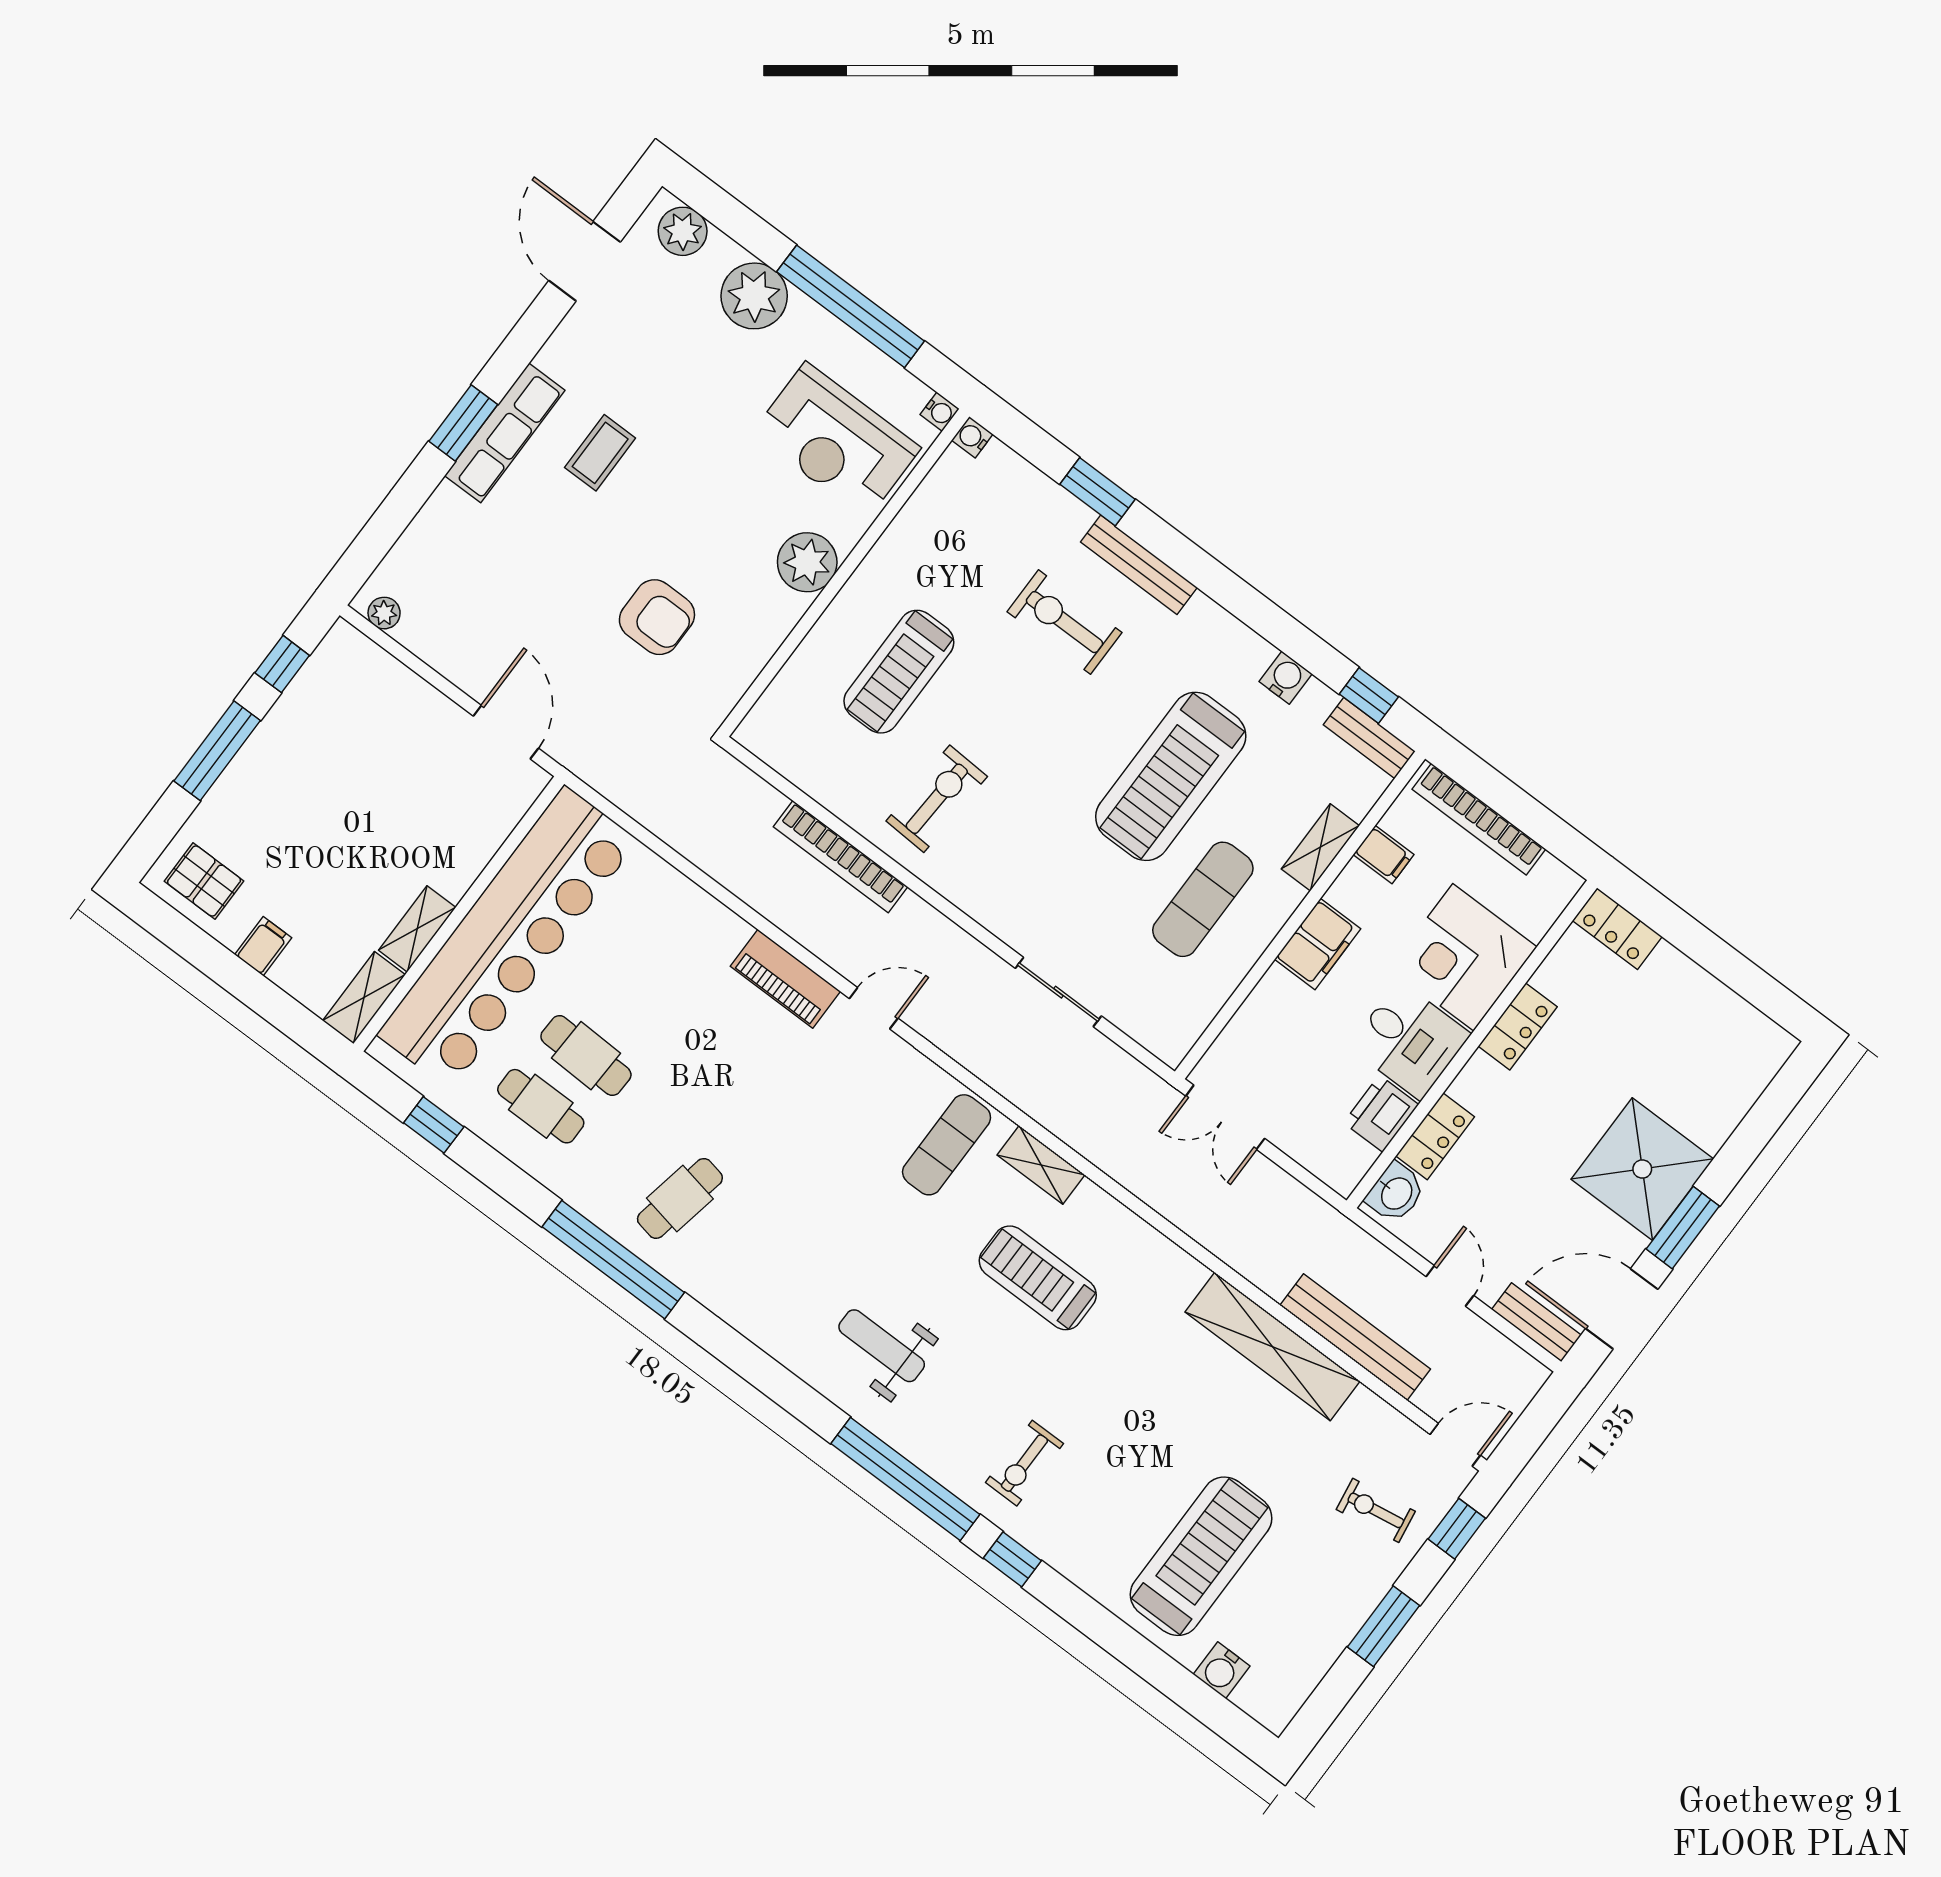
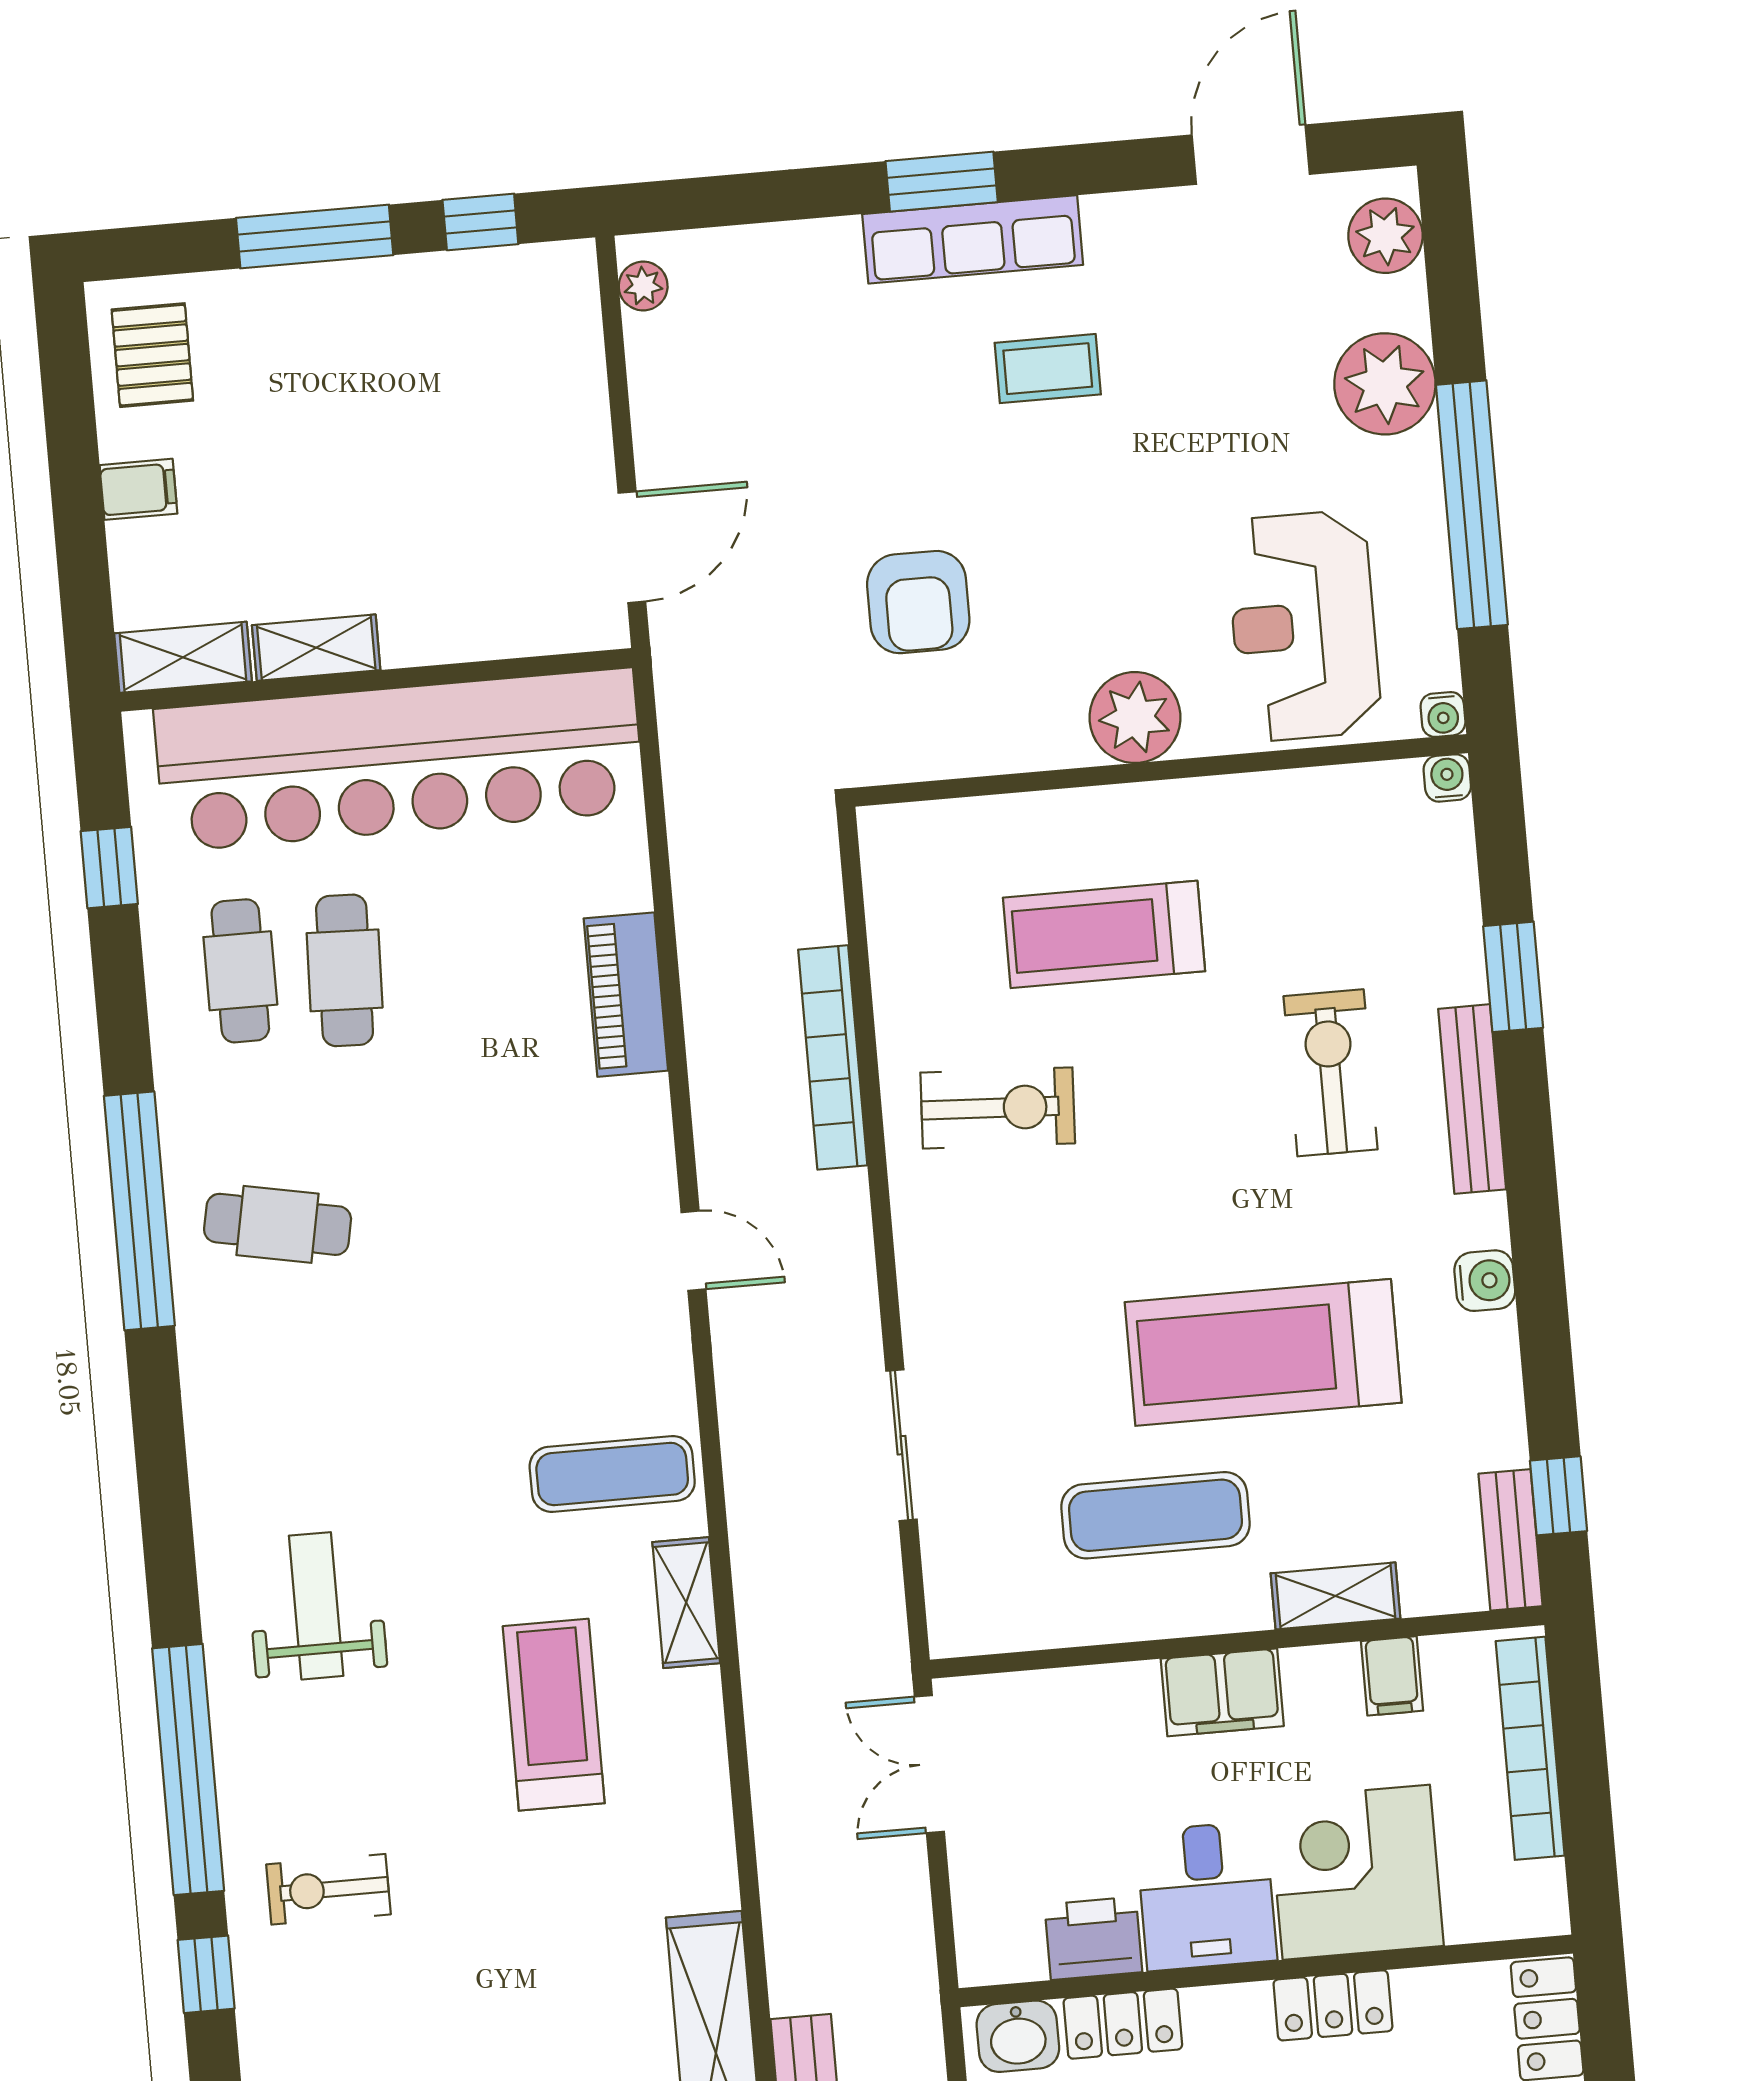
water cooler: (1286, 678) -> (1485, 1281), moved
piano: (785, 979) -> (626, 995), moved

